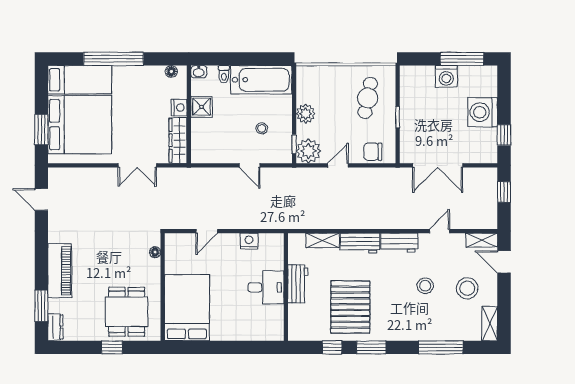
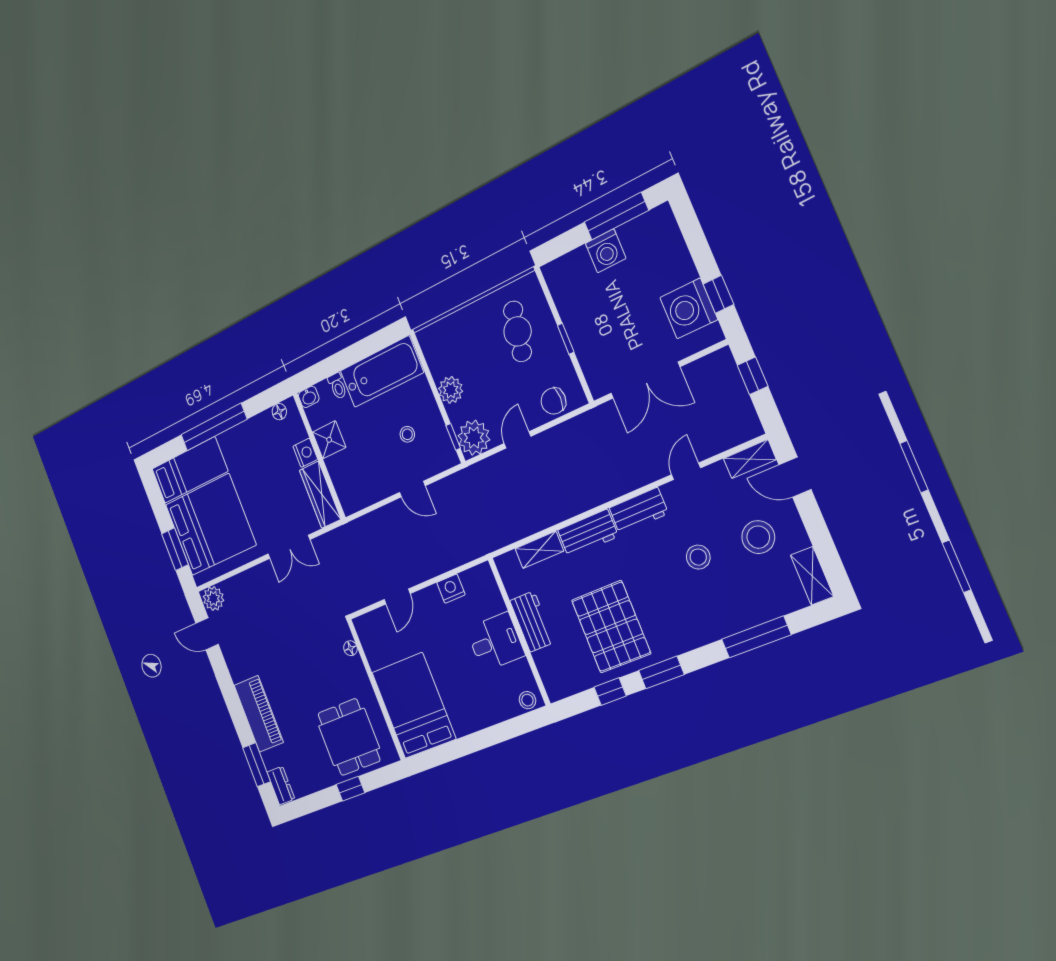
washing machine: (483, 112) -> (689, 308), moved
plant: (58, 177) -> (213, 599), added
stool: (272, 333) -> (527, 700), added

